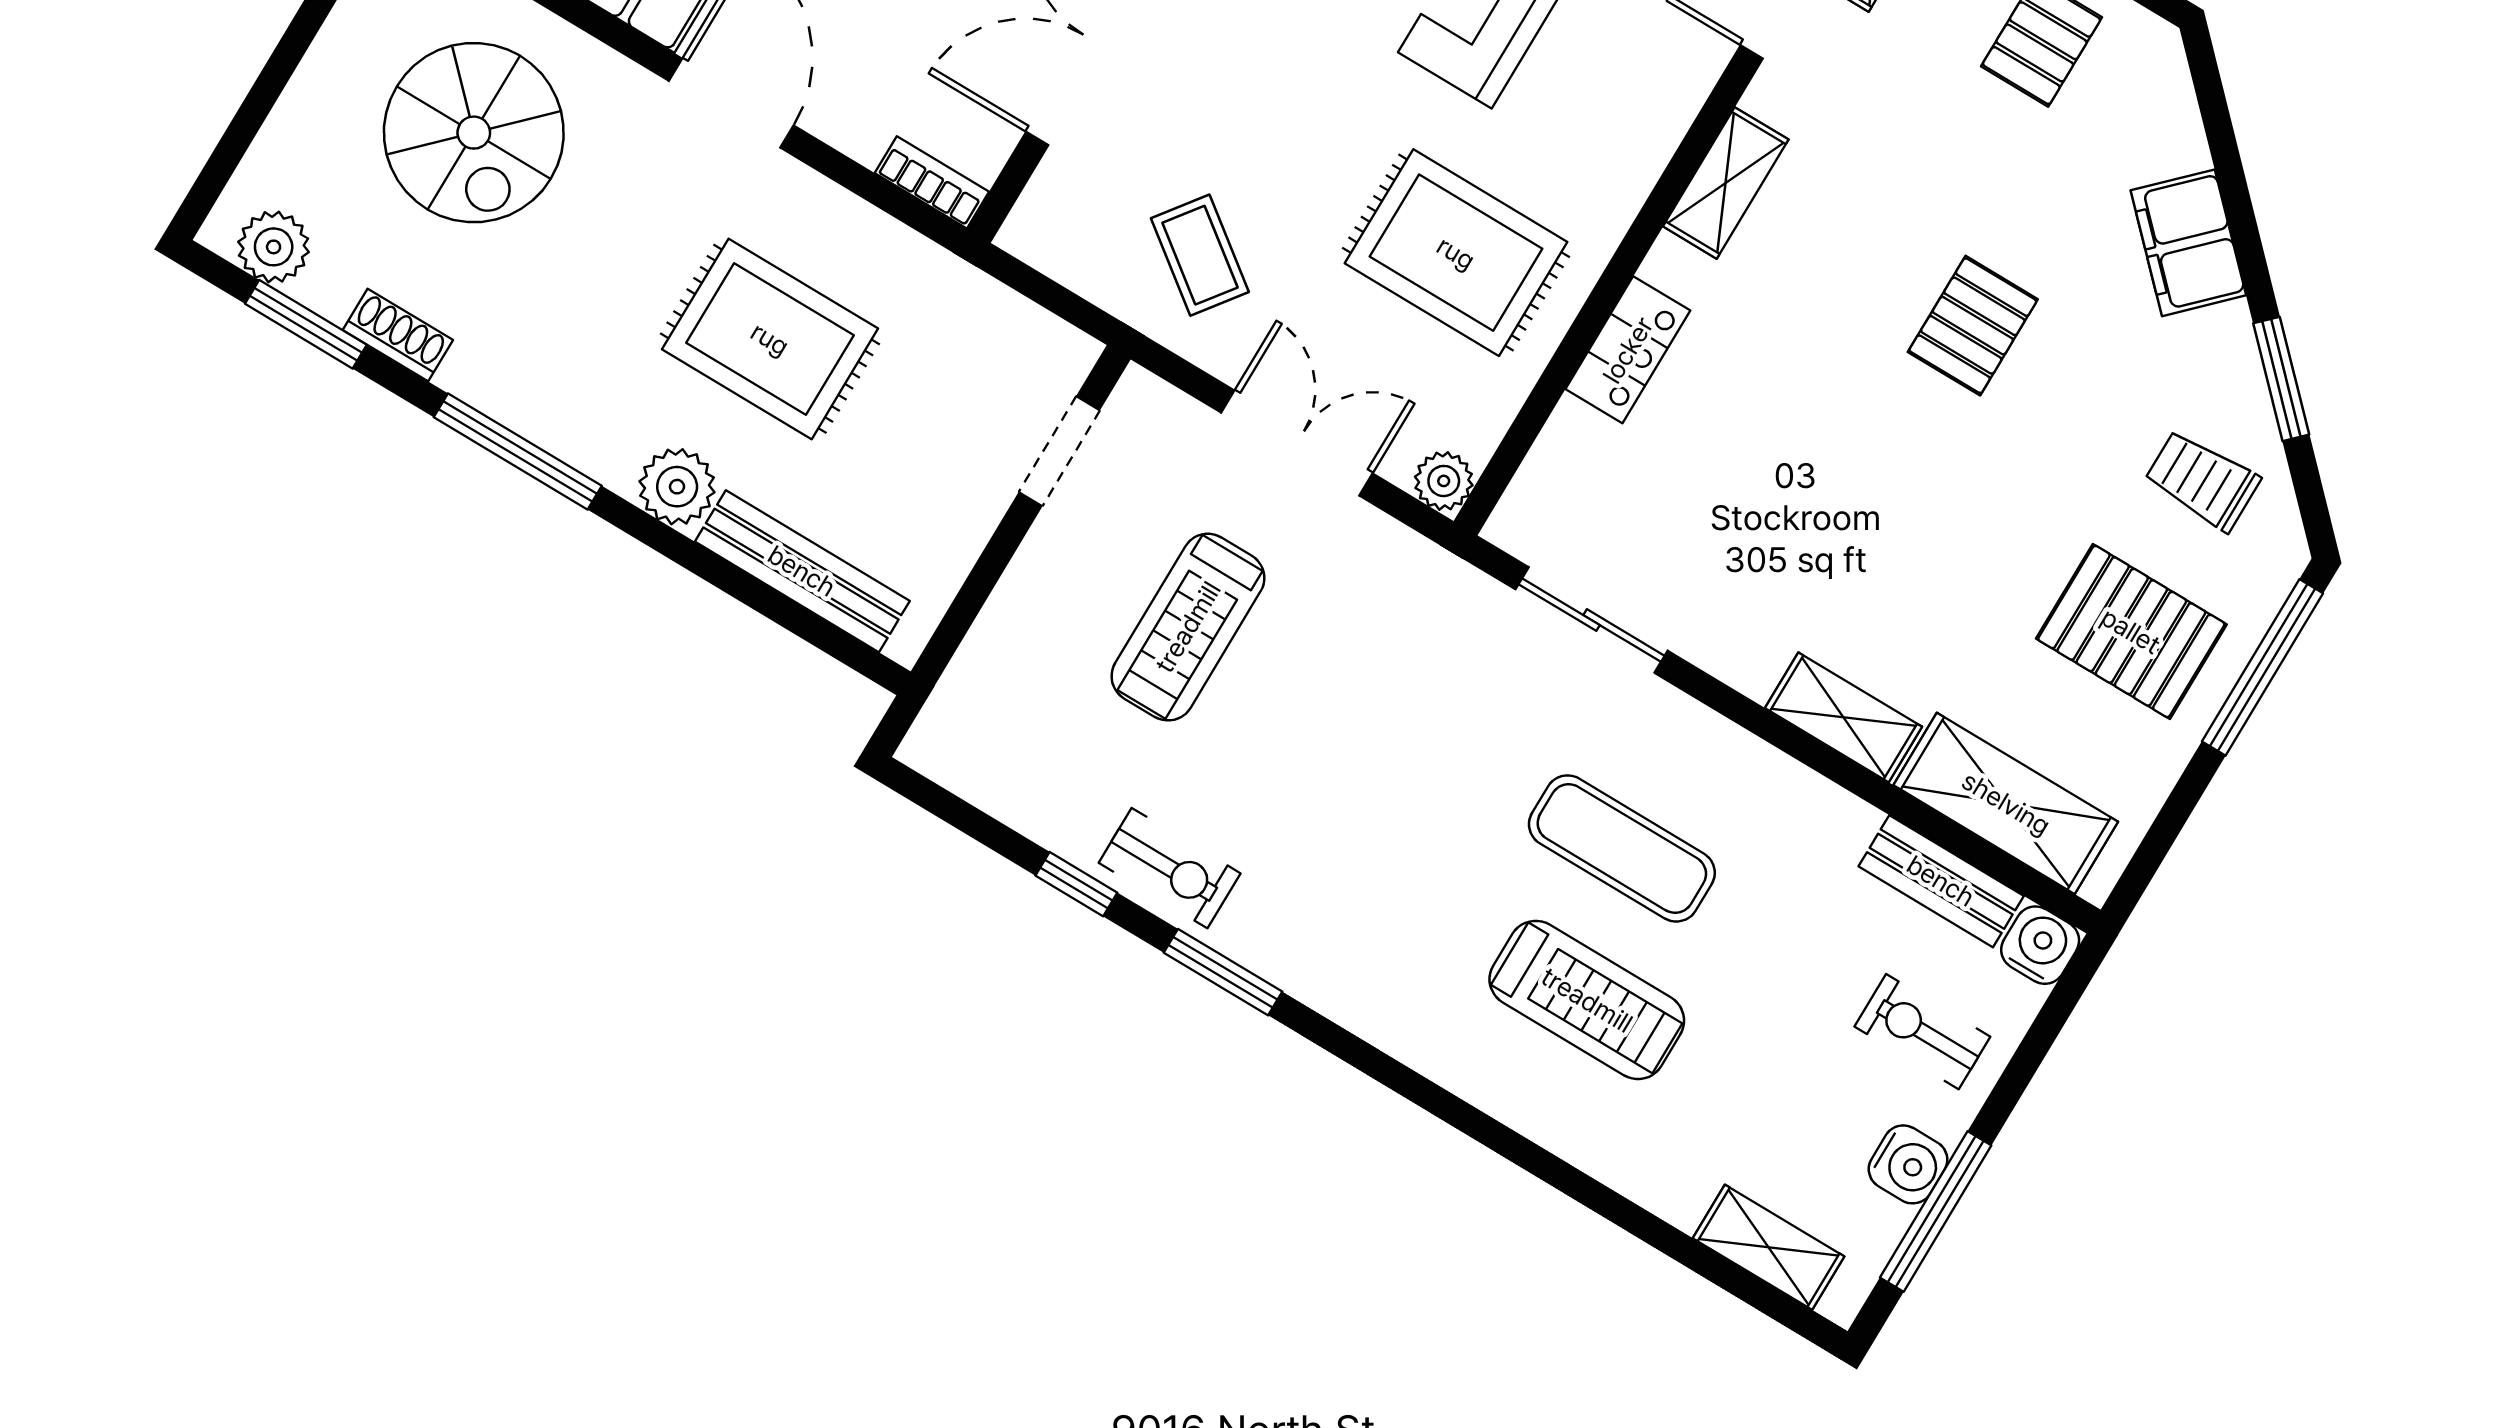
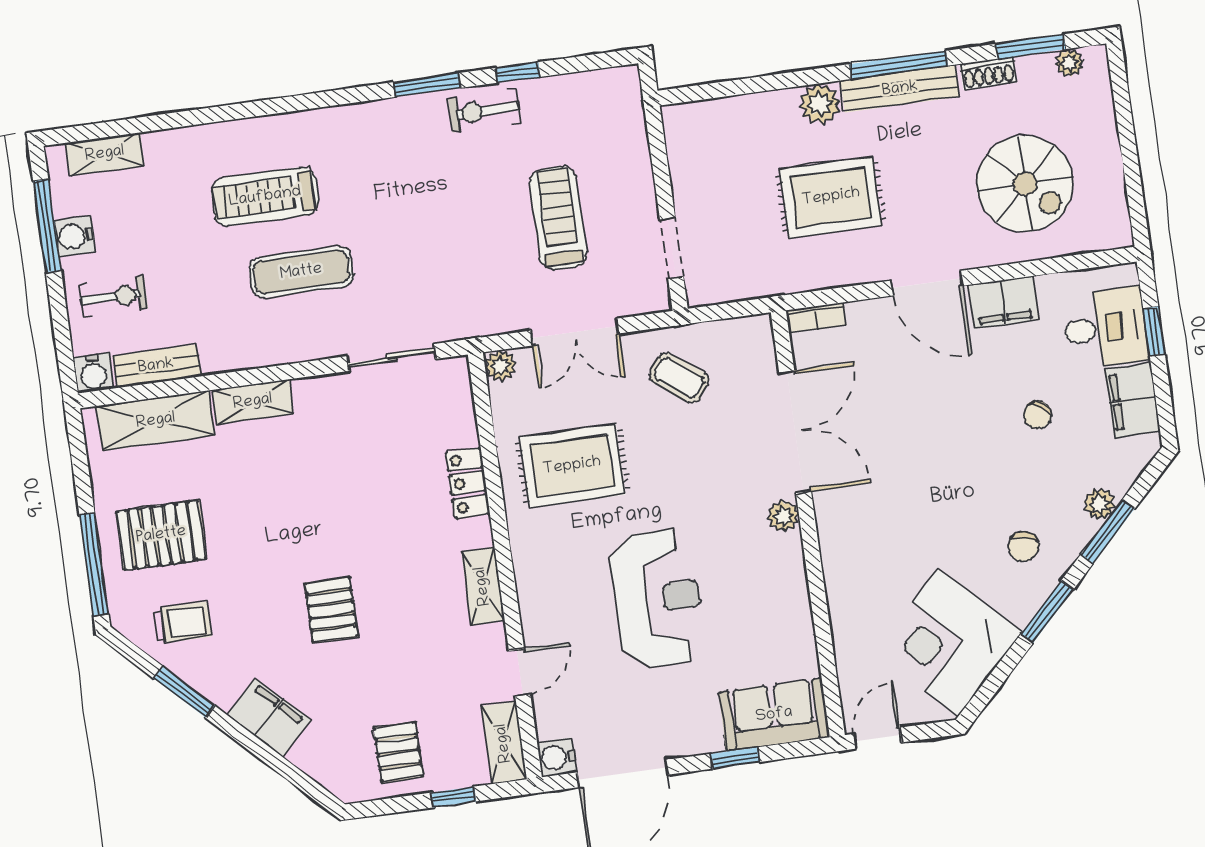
spiral stairs: (474, 133) -> (1025, 184), turned 180
plant: (274, 247) -> (1069, 63), width x0.73, depth x0.73
bench: (802, 571) -> (900, 89), moved

